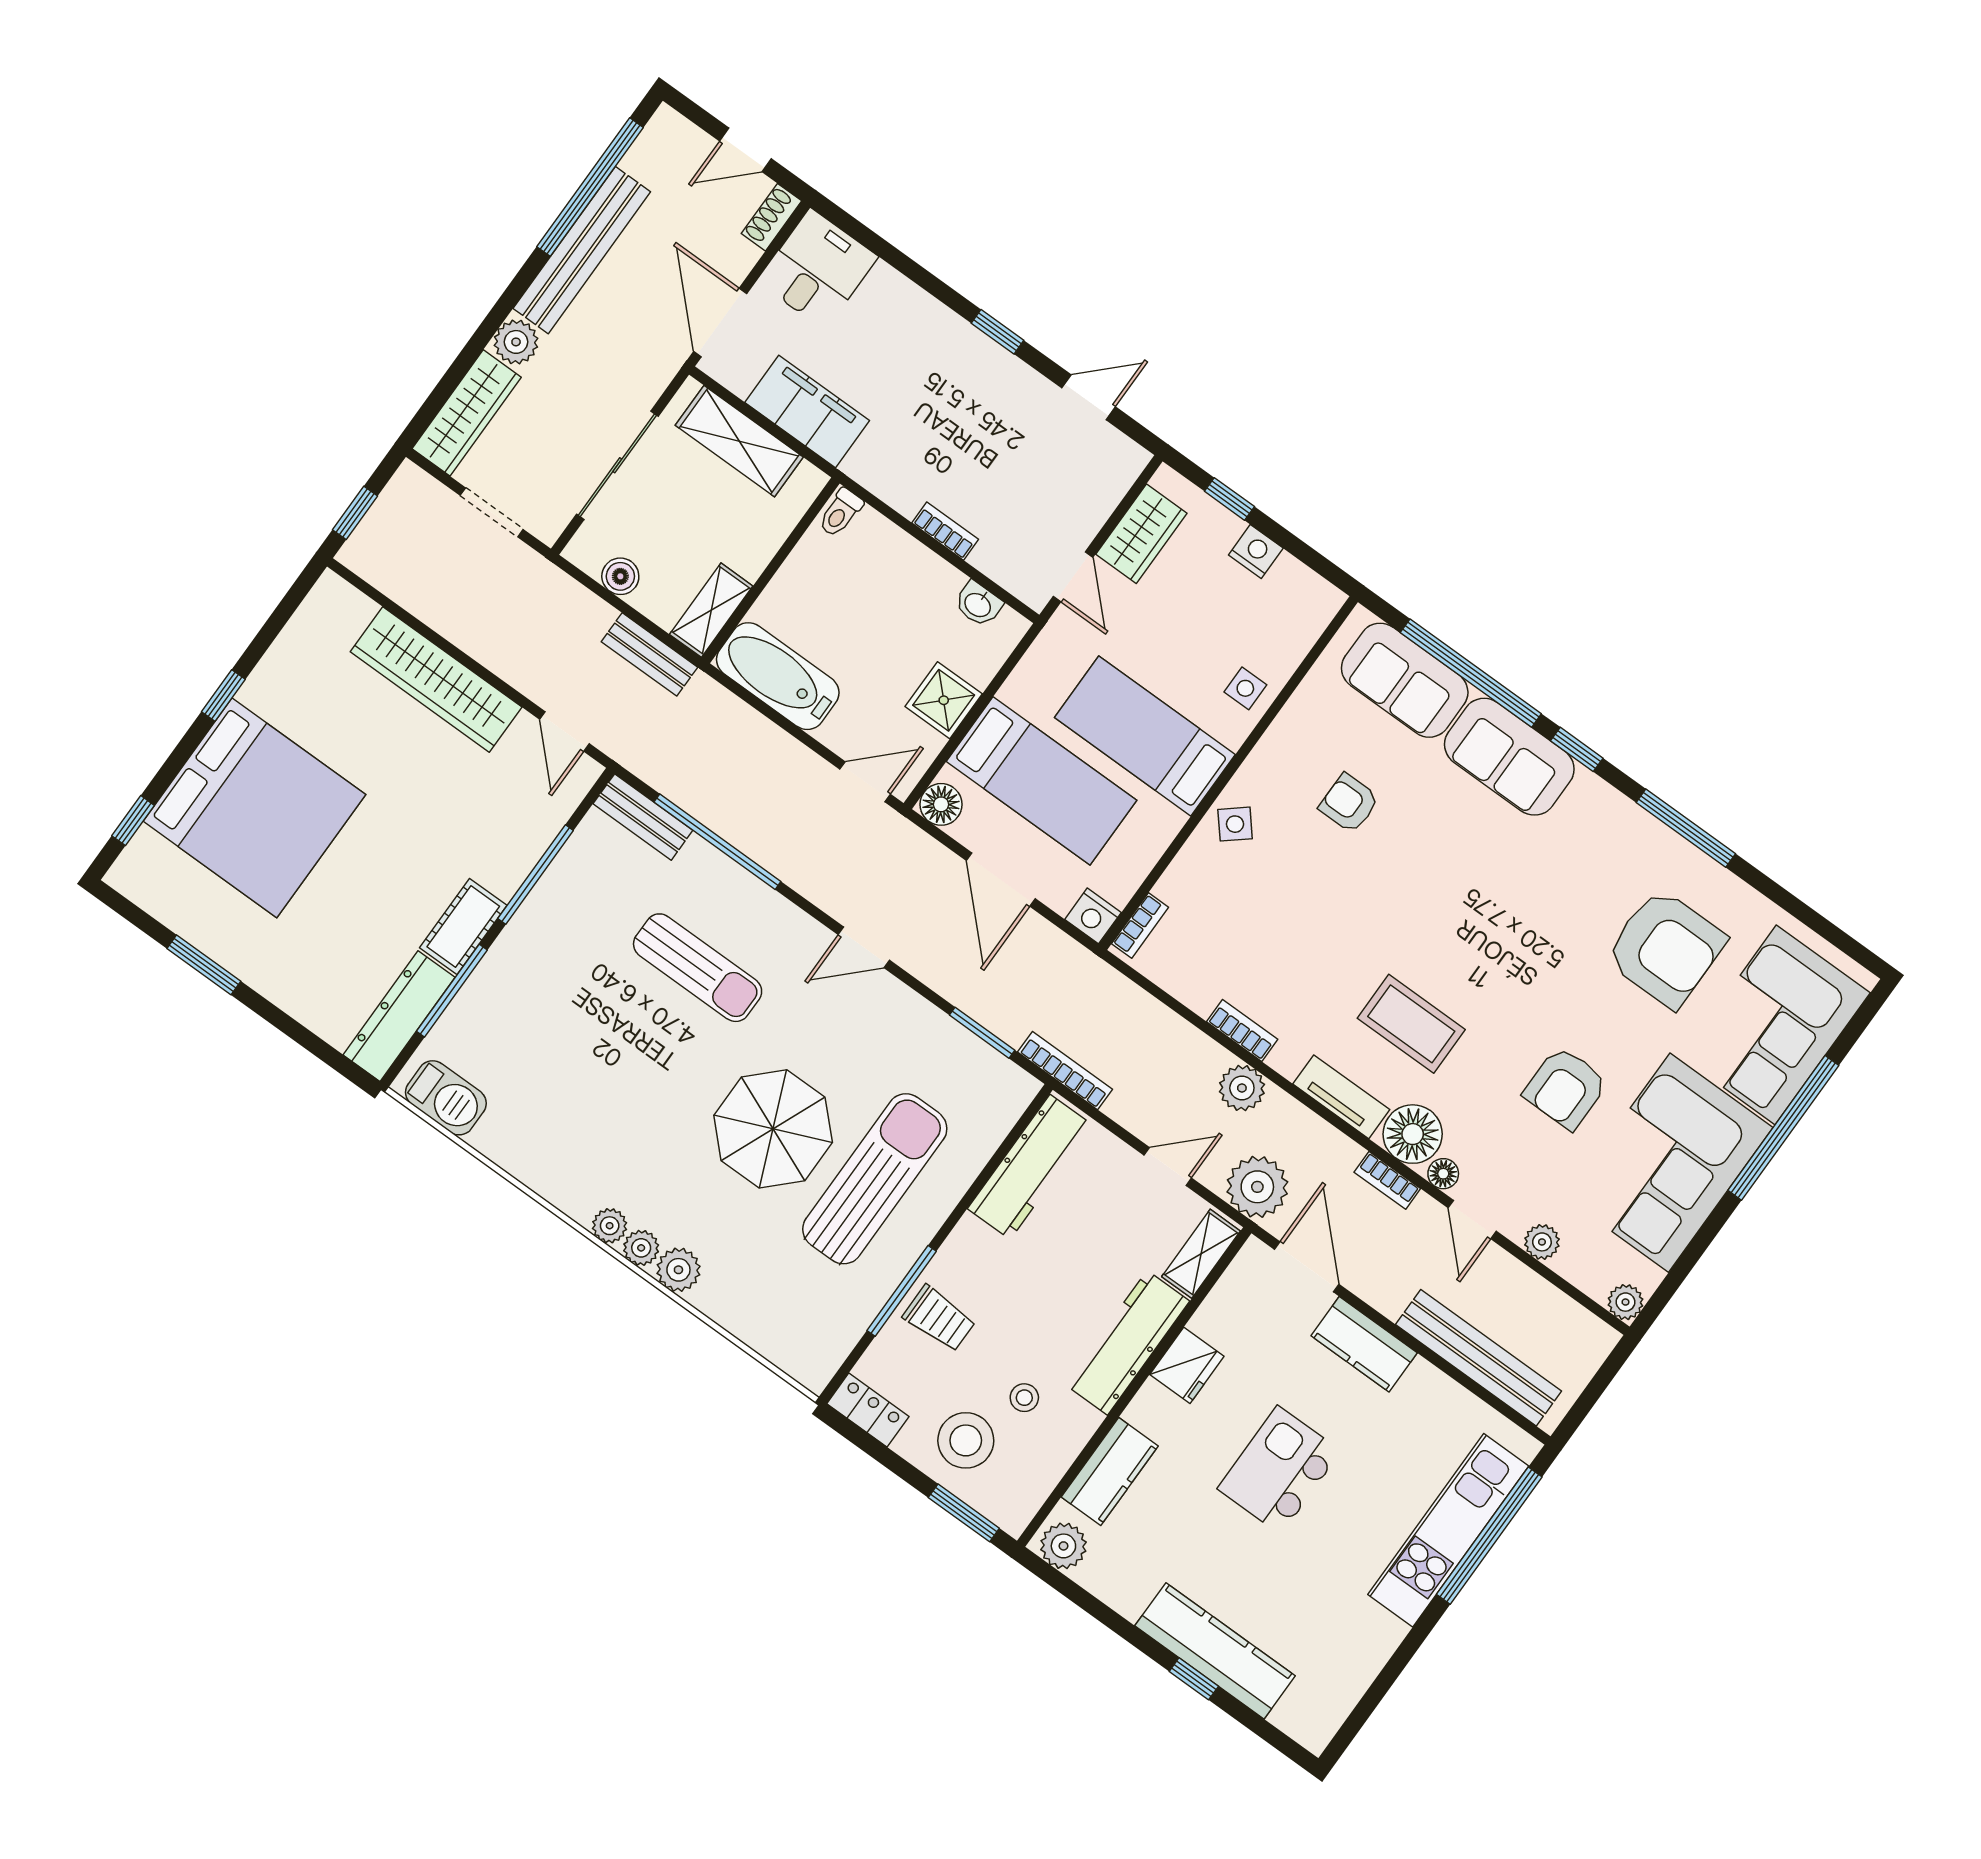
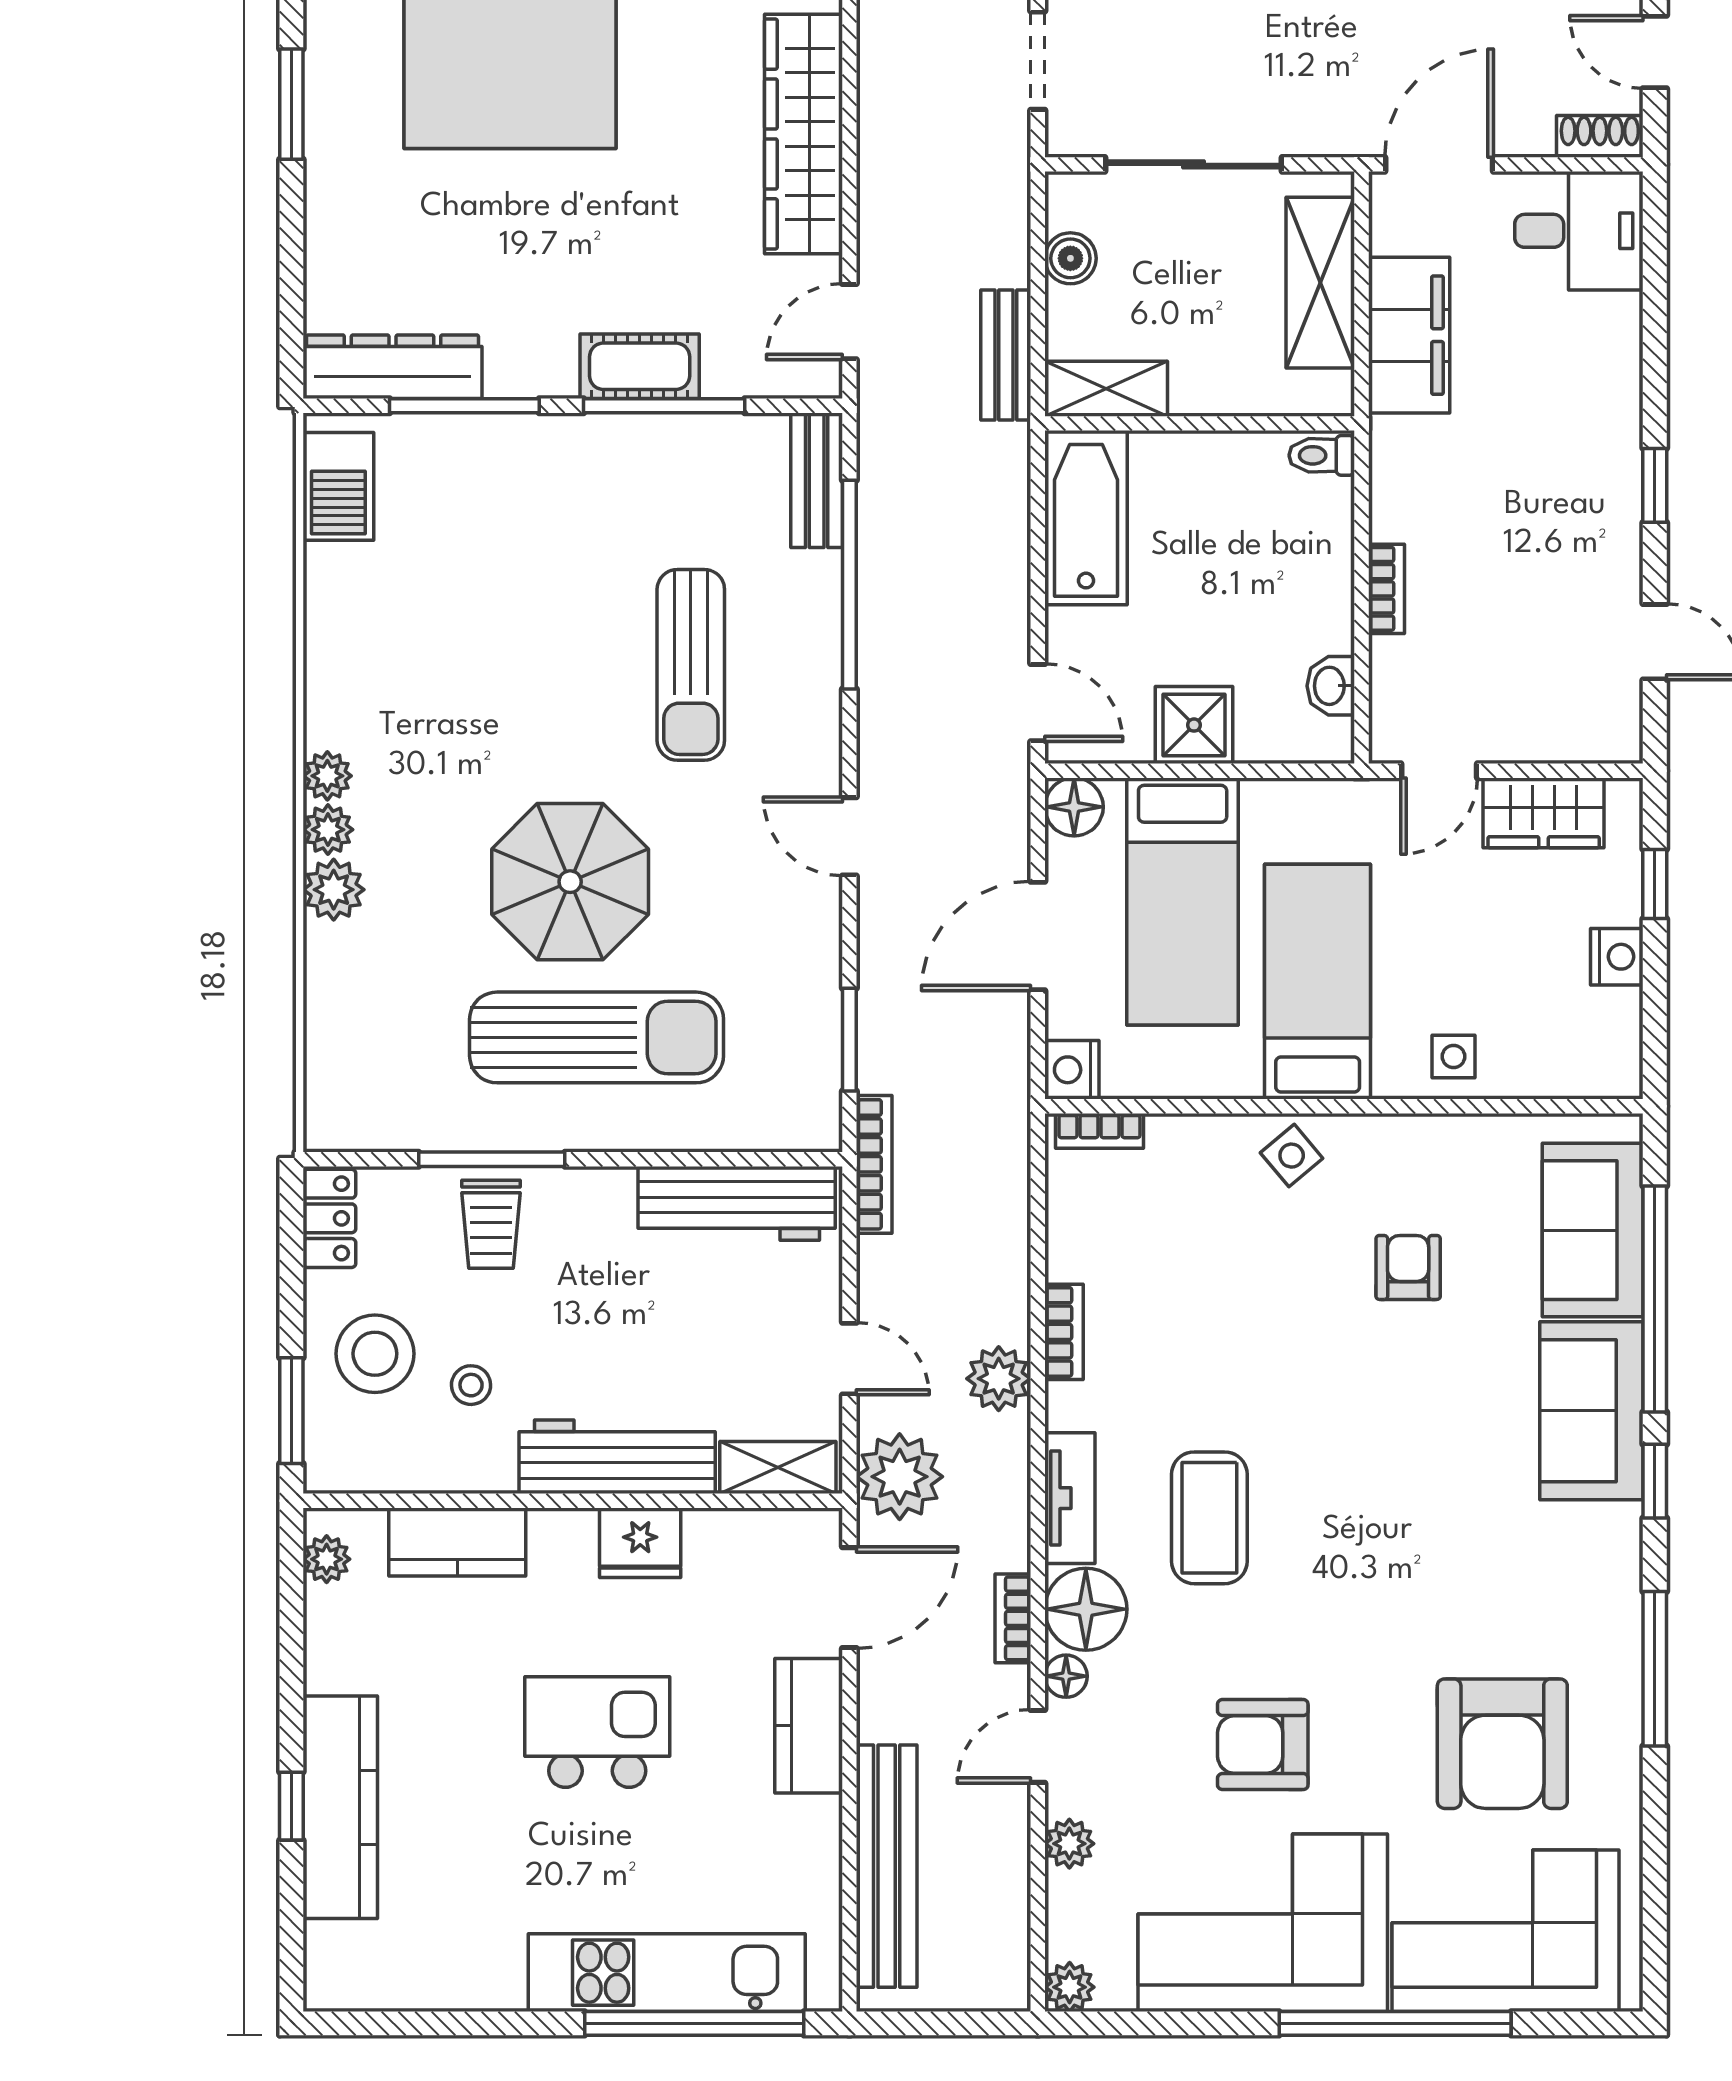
cot: (463, 927) -> (640, 366), moved
plant: (1063, 1546) -> (327, 1559), width x0.73, depth x0.73

